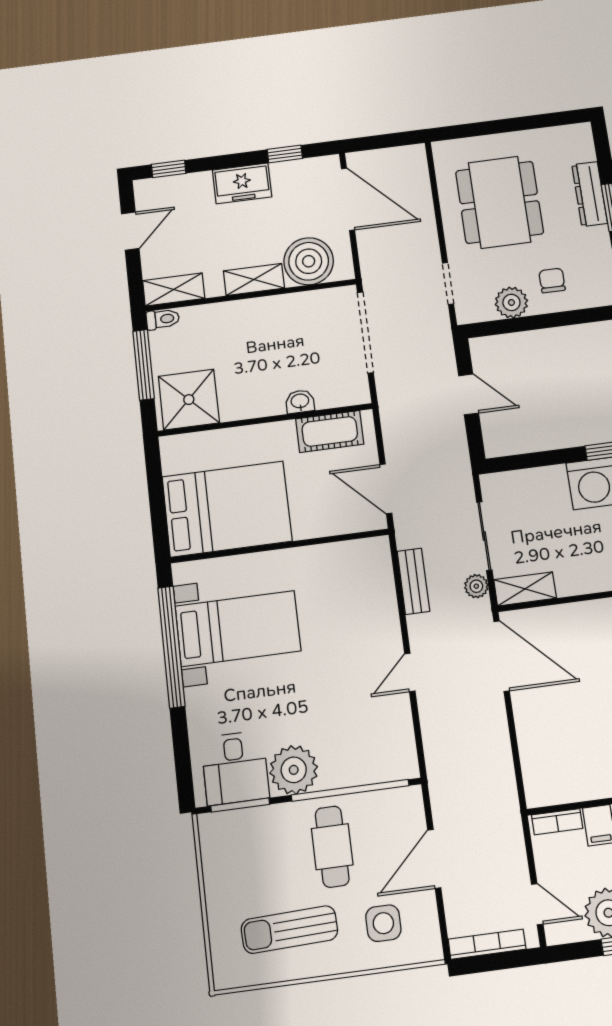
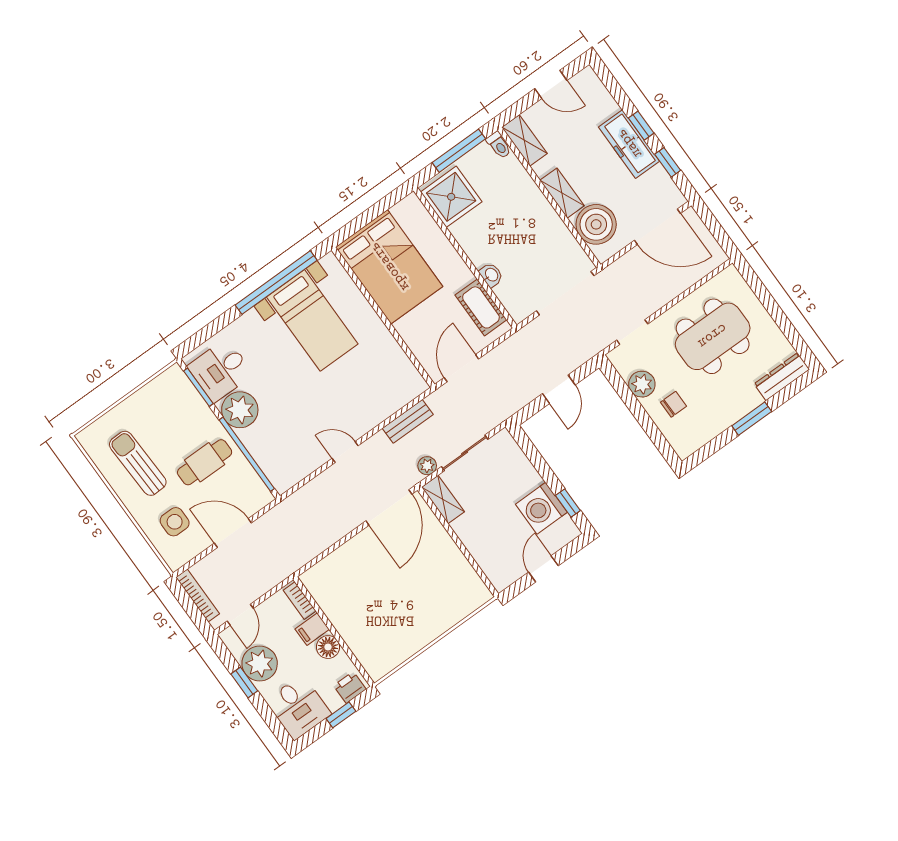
window: (169, 169) -> (641, 126), moved
freezer: (242, 183) -> (629, 144), width x1.40
dresser: (590, 194) -> (782, 377), moved
door: (348, 199) -> (657, 227), hinge flipped

